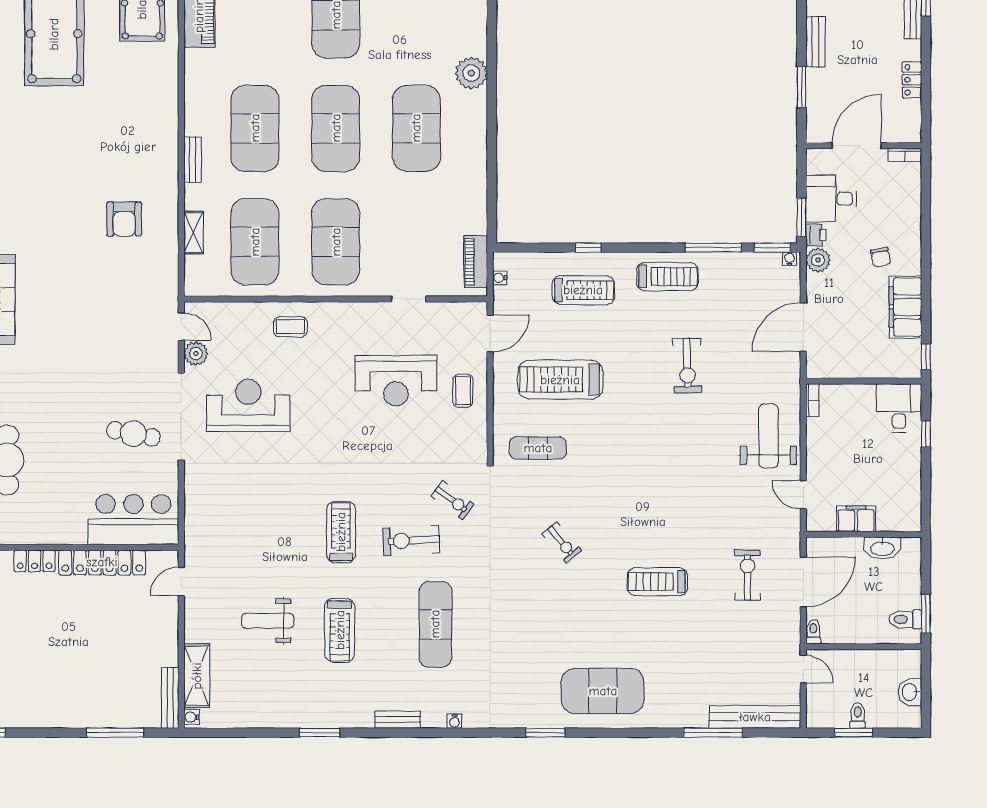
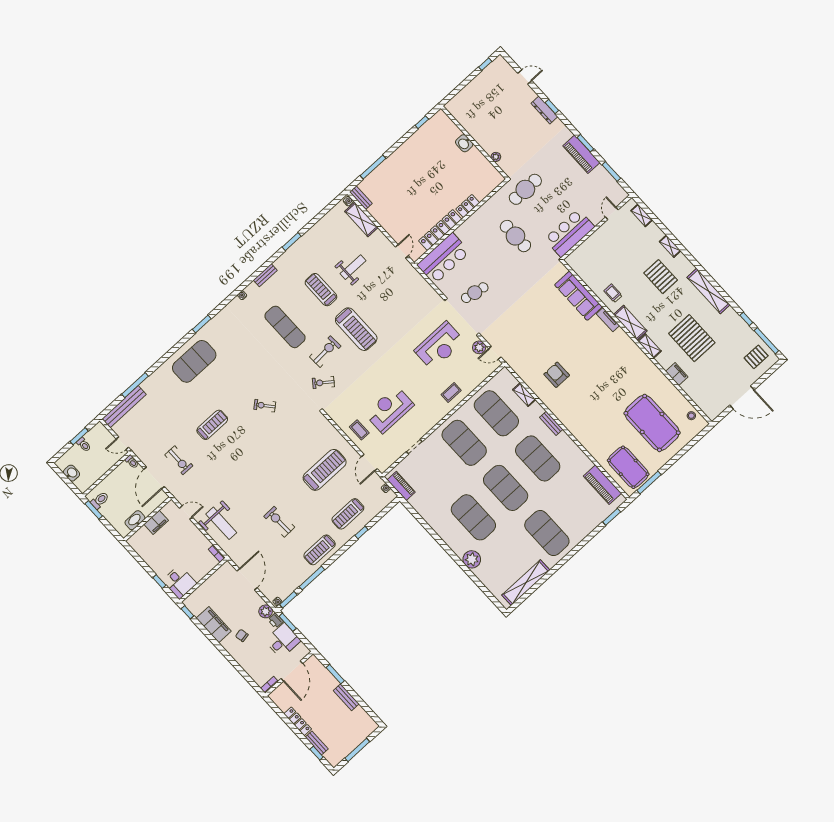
locker: (912, 80) -> (298, 721), width x1.53
exercise mat: (538, 448) -> (309, 434), removed
treadmill: (341, 532) -> (356, 329), width x1.37, depth x1.38
bench: (170, 698) -> (361, 198), width x0.73

